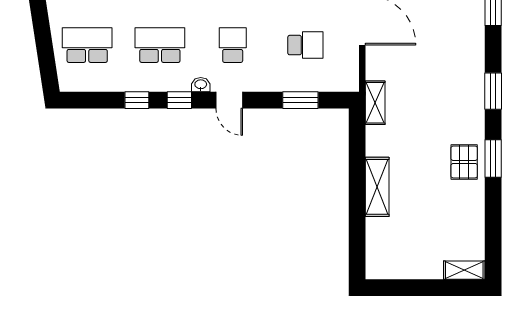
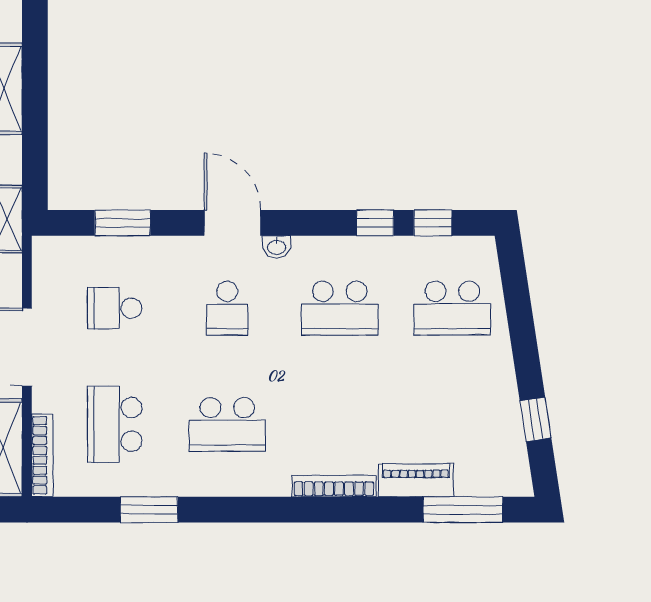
window: (179, 100) -> (433, 223), moved
door: (229, 100) -> (232, 223), width x1.38

